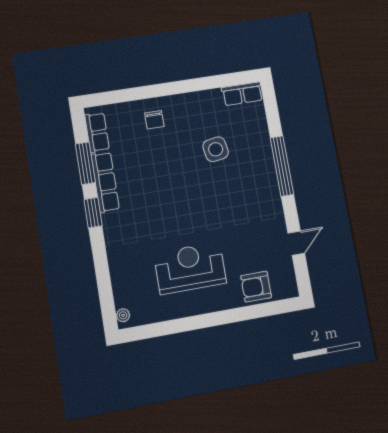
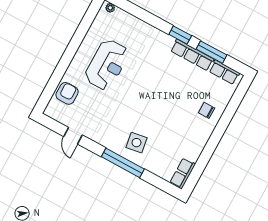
side table: (216, 149) -> (136, 143), moved

